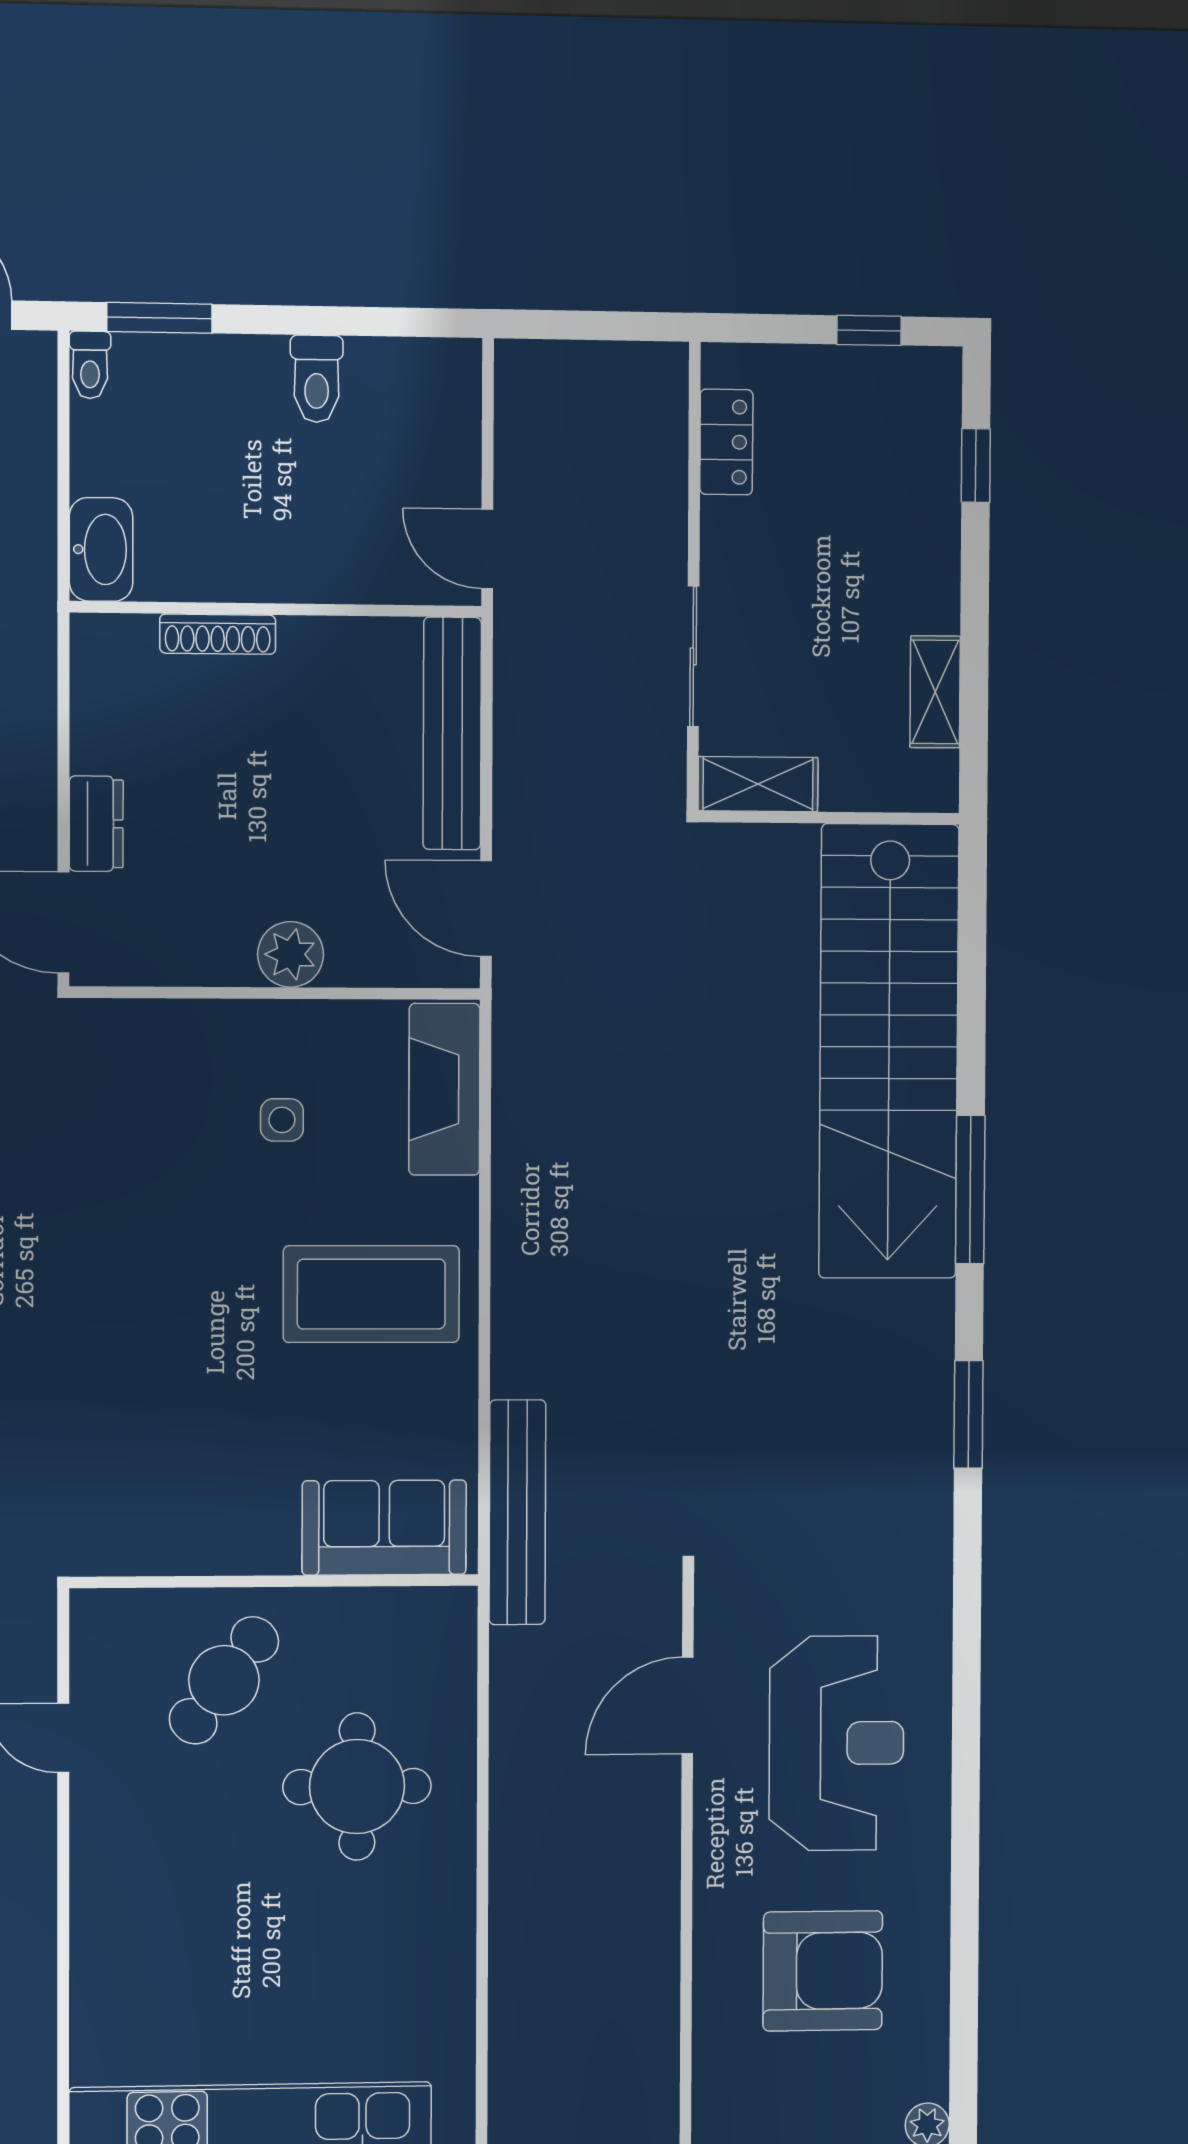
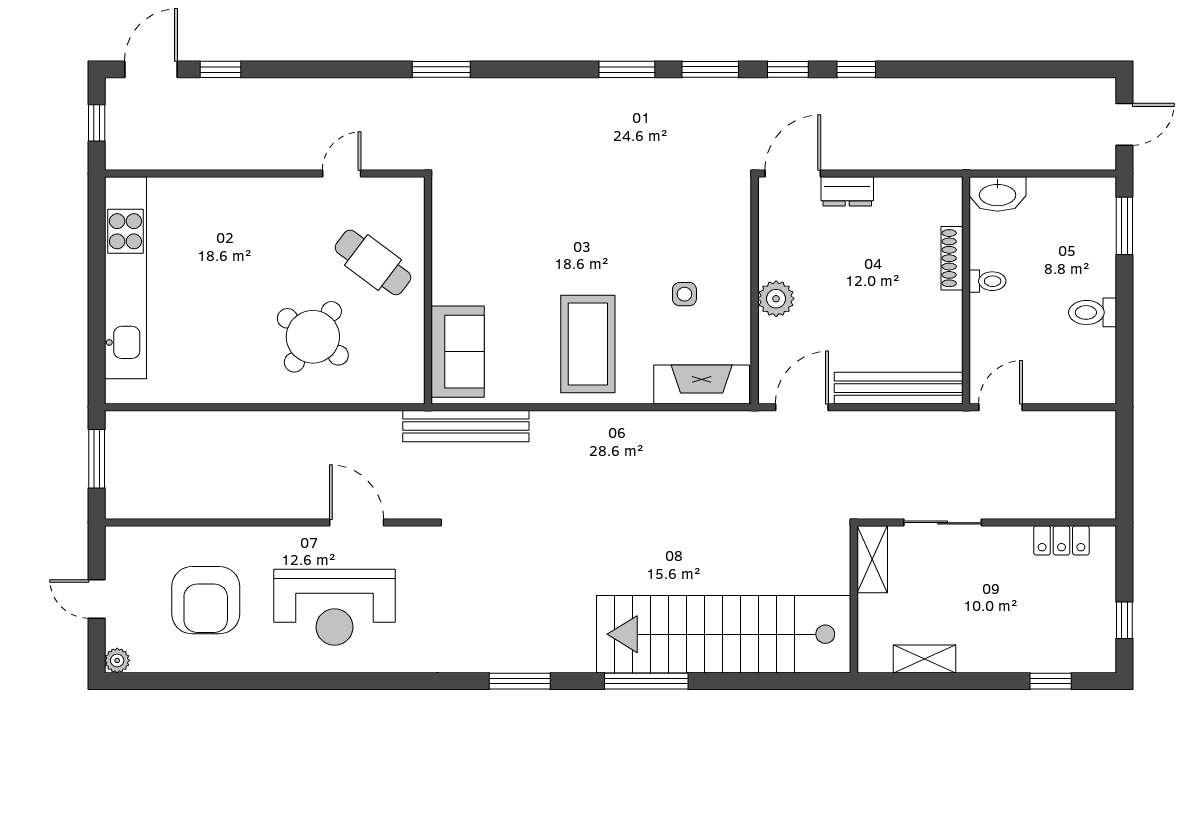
toilet: (90, 365) -> (988, 281), moved, turned 180
round table: (357, 1787) -> (313, 337), turned 36

